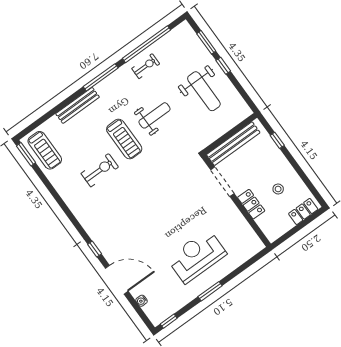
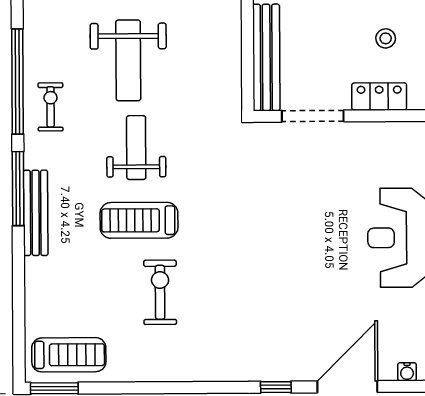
weight bench: (204, 91) -> (128, 60), moved, turned 90
bench: (78, 105) -> (36, 213), moved
treadmill: (124, 139) -> (139, 220), turned 180

